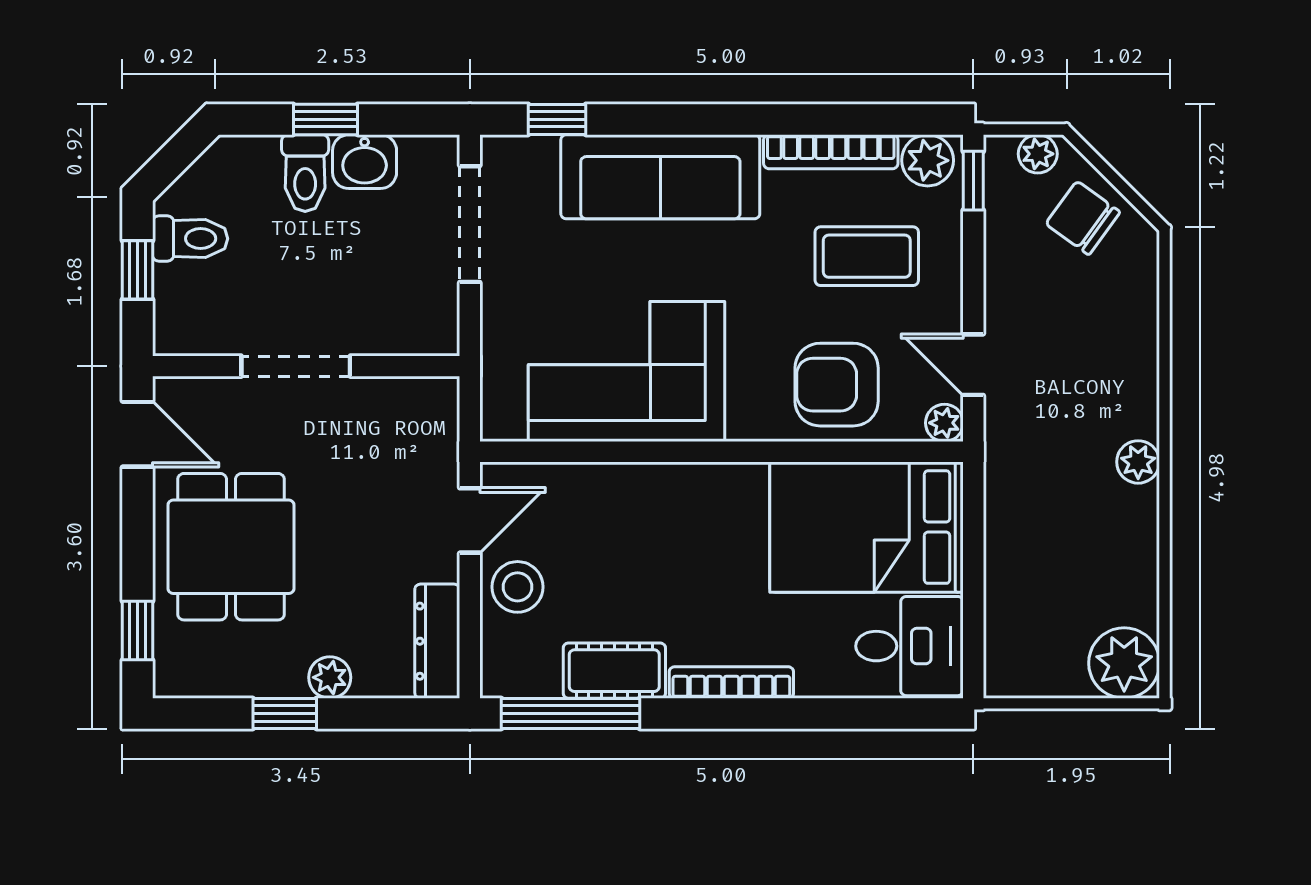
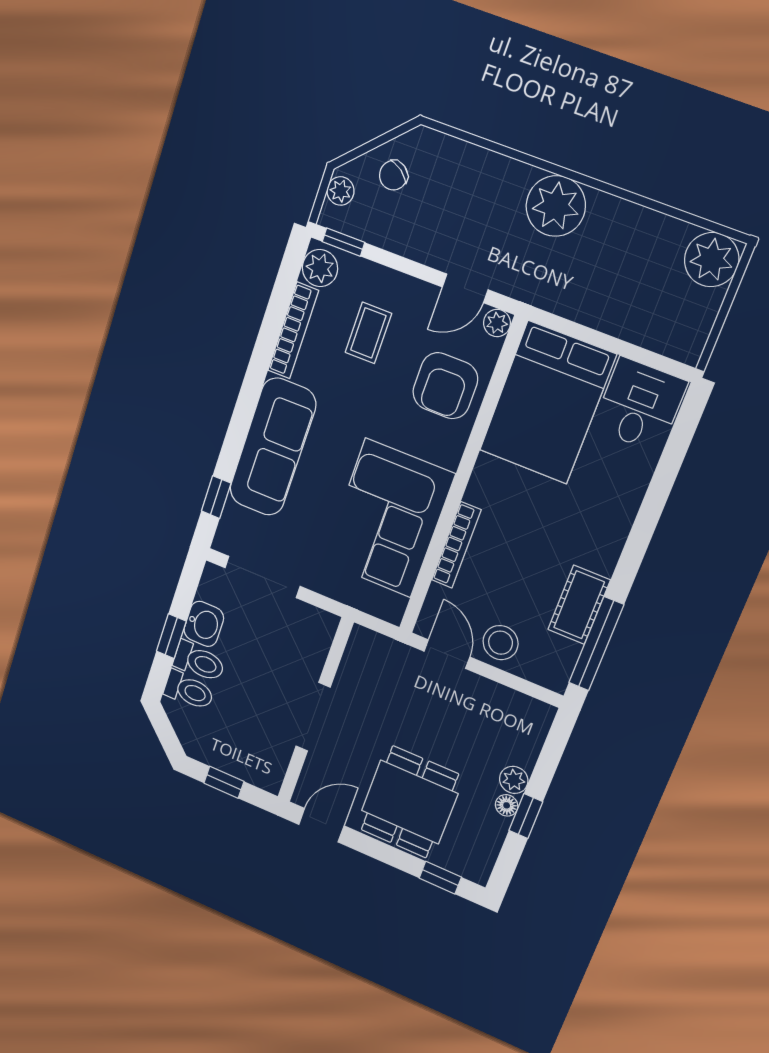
chair: (1083, 218) -> (393, 175), width x0.73, depth x0.73
toilet: (190, 239) -> (189, 690), moved, turned 90
coffee table: (867, 256) -> (368, 333), width x0.73, depth x0.77
plant: (1138, 462) -> (556, 206), width x1.88, depth x1.88
dining table: (231, 547) -> (410, 802), turned 90
dresser: (437, 641) -> (516, 706), removed
floor lamp: (288, 682) -> (507, 805), added
bookcase: (731, 683) -> (456, 545), moved, turned 180

